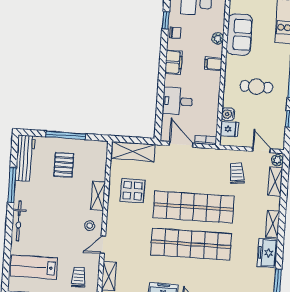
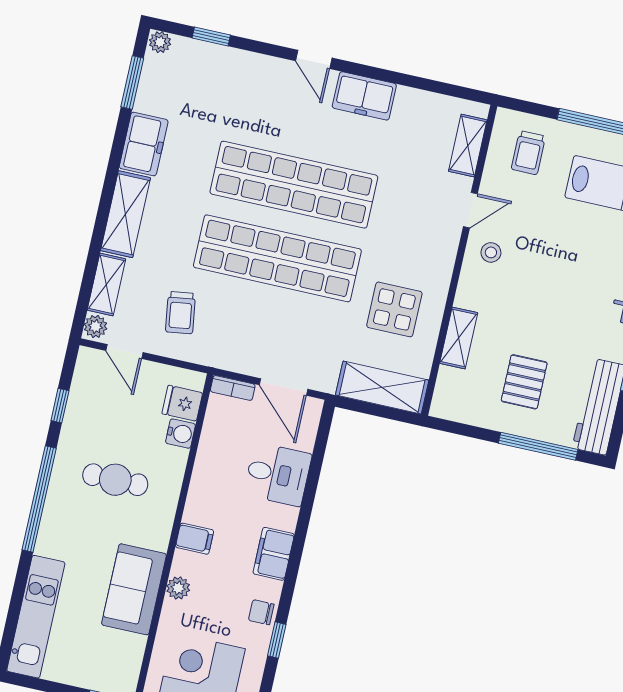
window: (66, 135) -> (538, 446), moved
shelving: (98, 196) -> (459, 338), moved
shelving: (273, 224) -> (125, 214), width x1.50, depth x1.33

